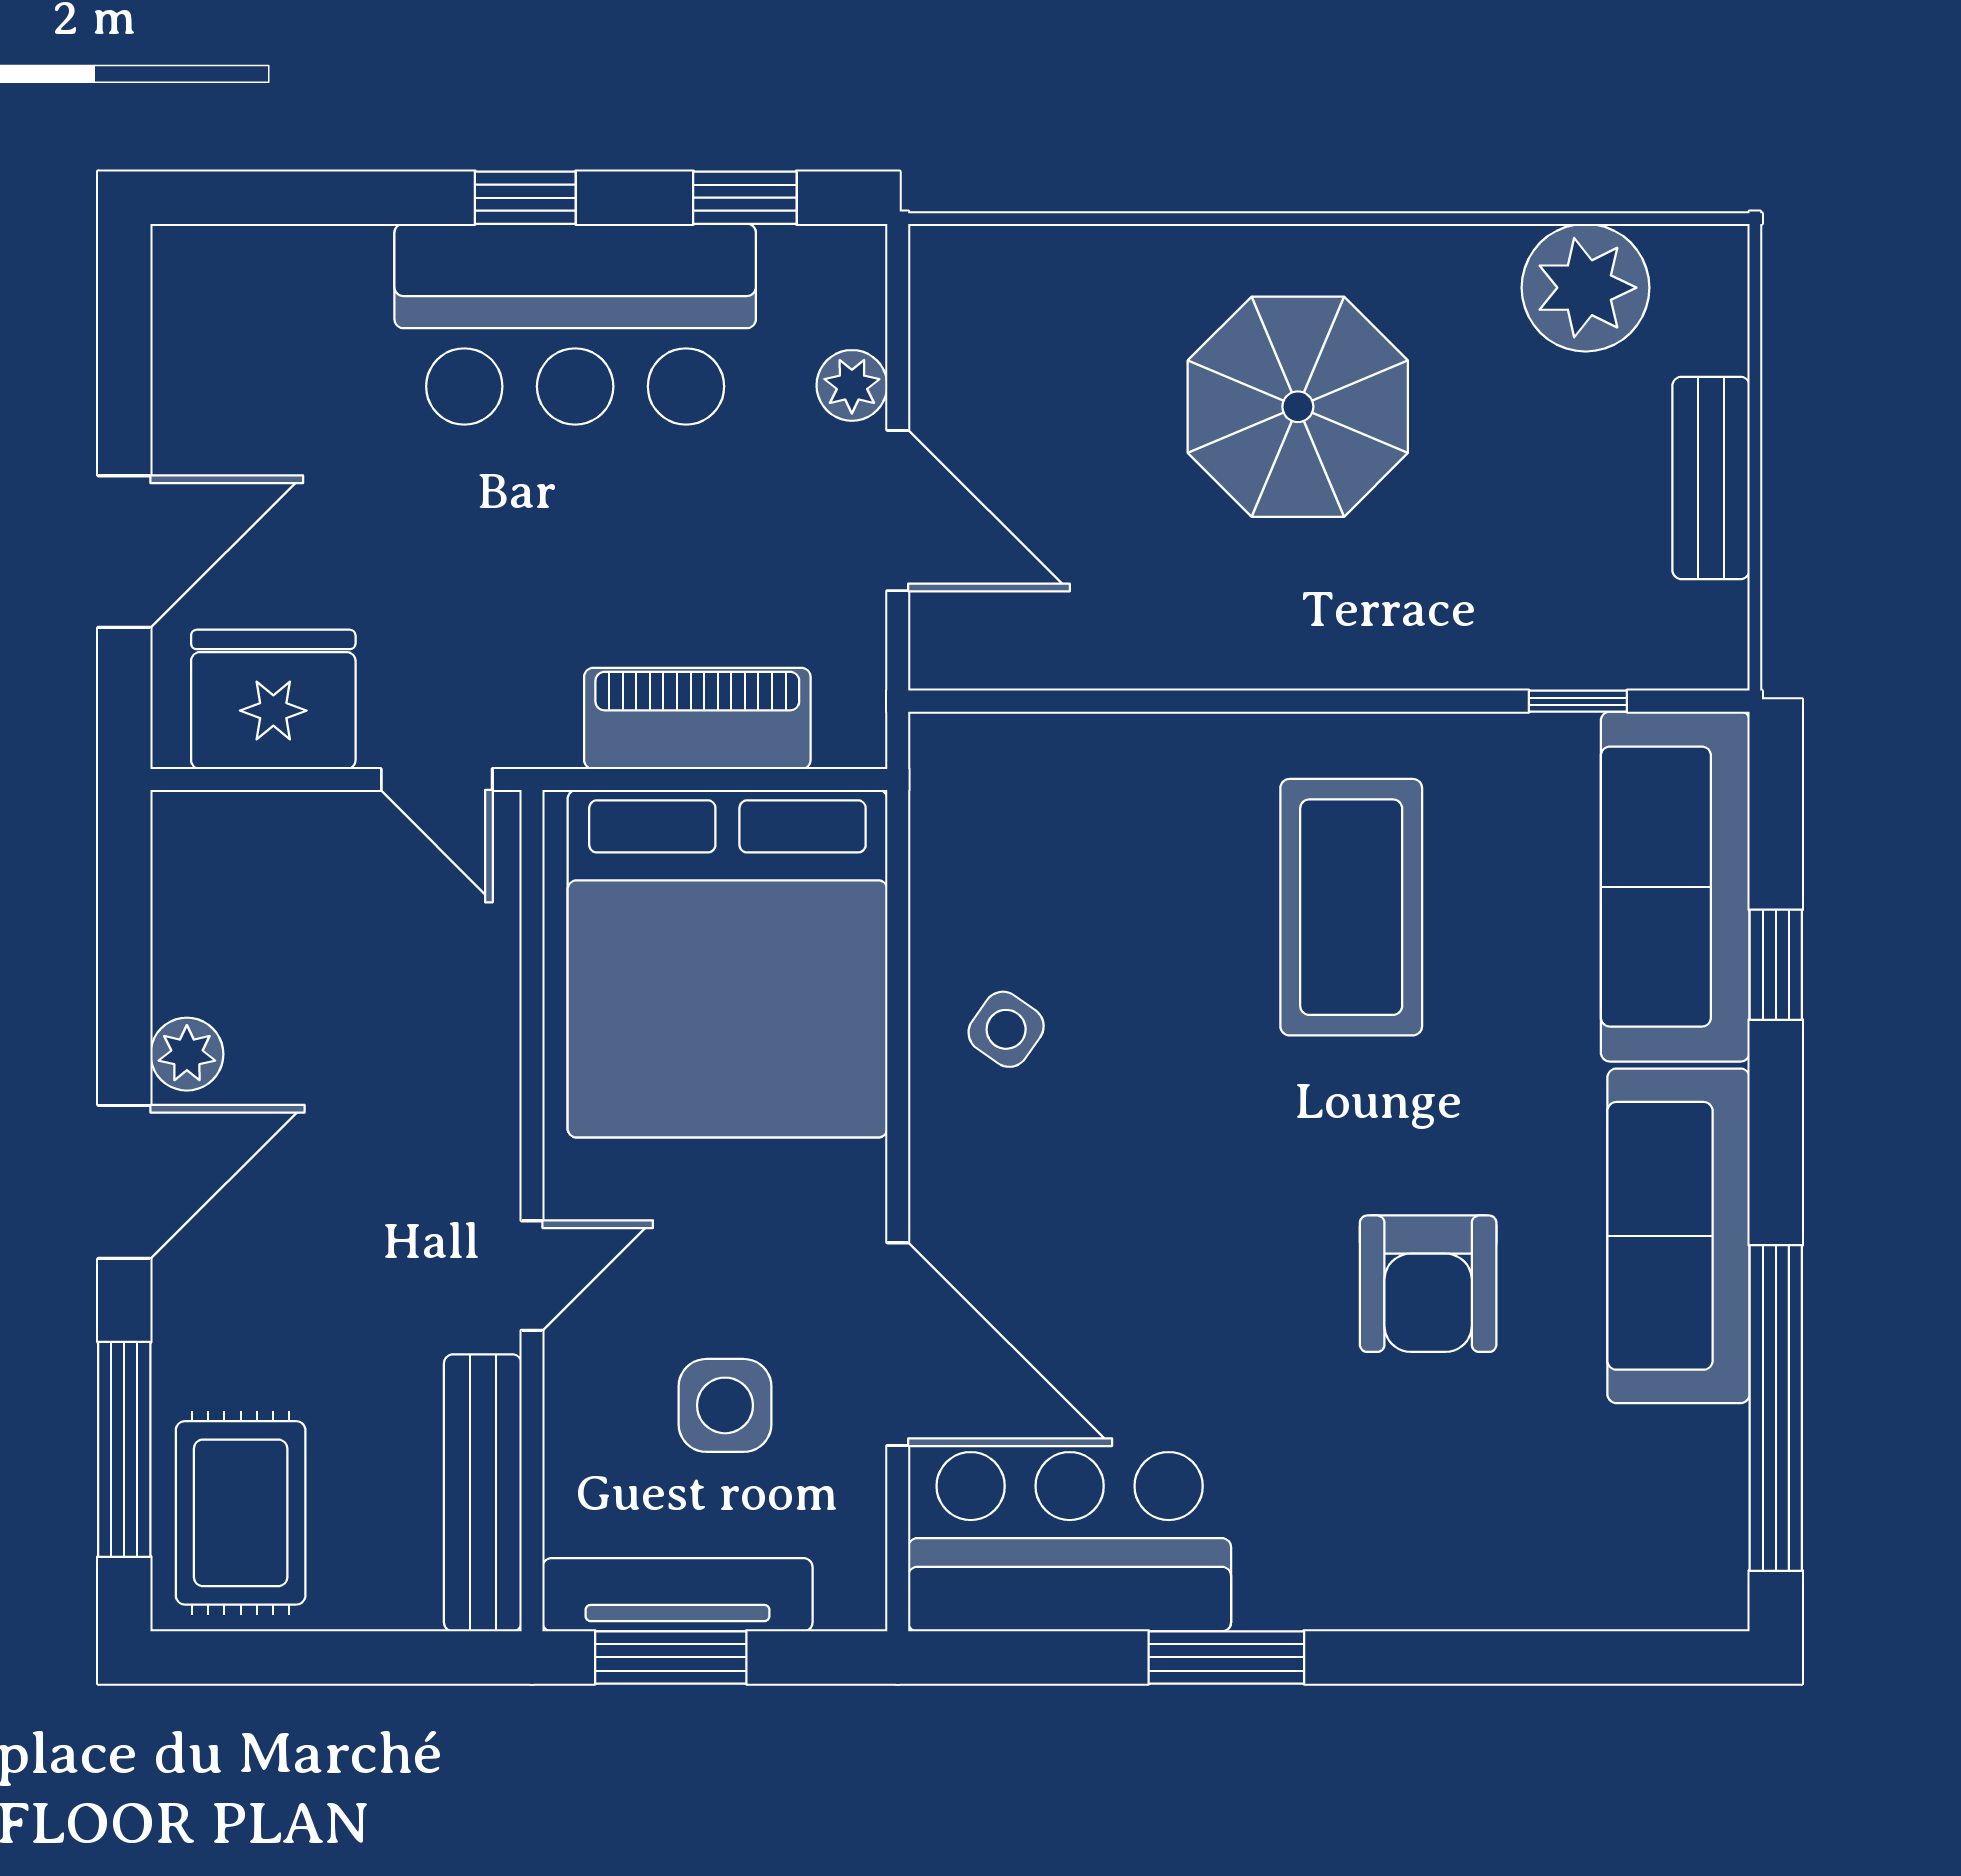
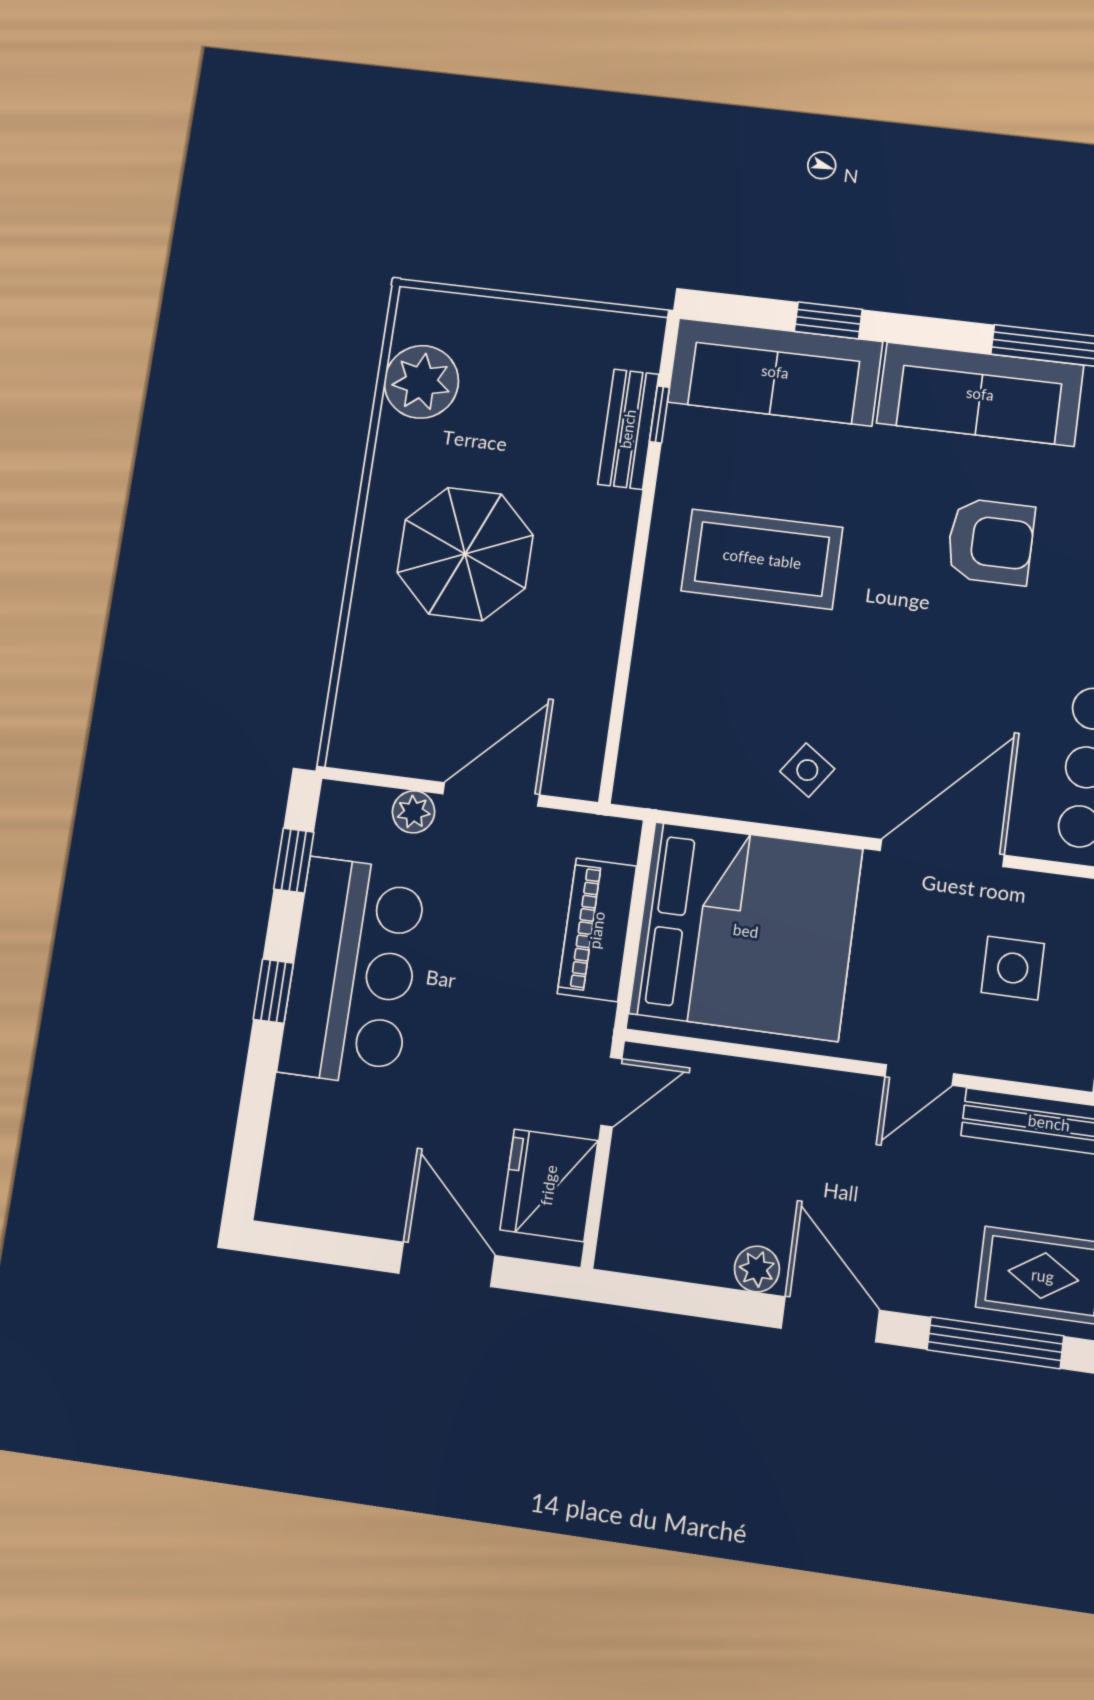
bench: (1711, 478) -> (628, 429), moved, turned 90
door: (532, 1276) -> (919, 1075), swing flipped
door: (898, 1344) -> (942, 853), moved

